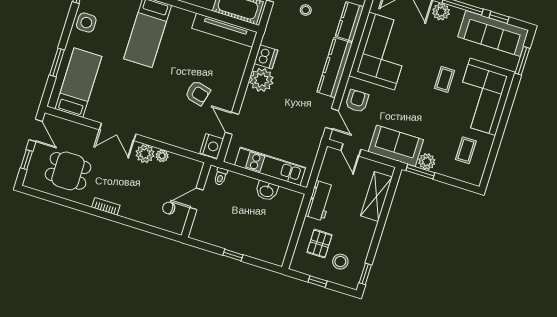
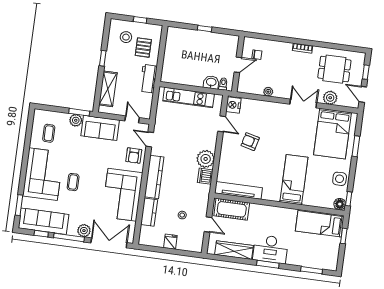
bed: (78, 83) -> (333, 134), width x1.50
plant: (145, 154) -> (330, 98), moved
washbasin: (267, 191) -> (211, 82), moved
window: (365, 274) -> (103, 58), moved

